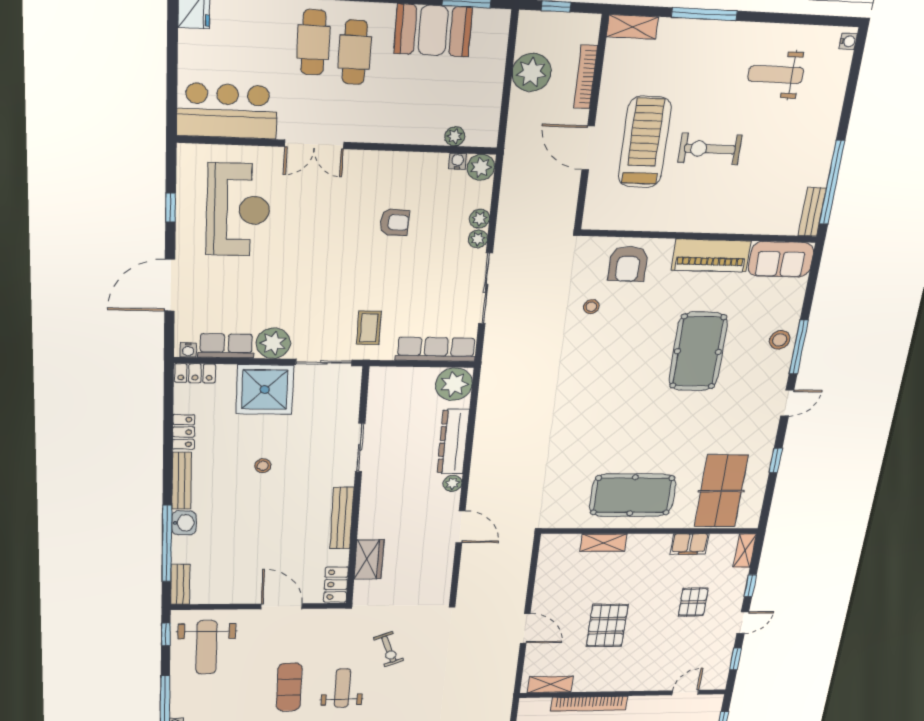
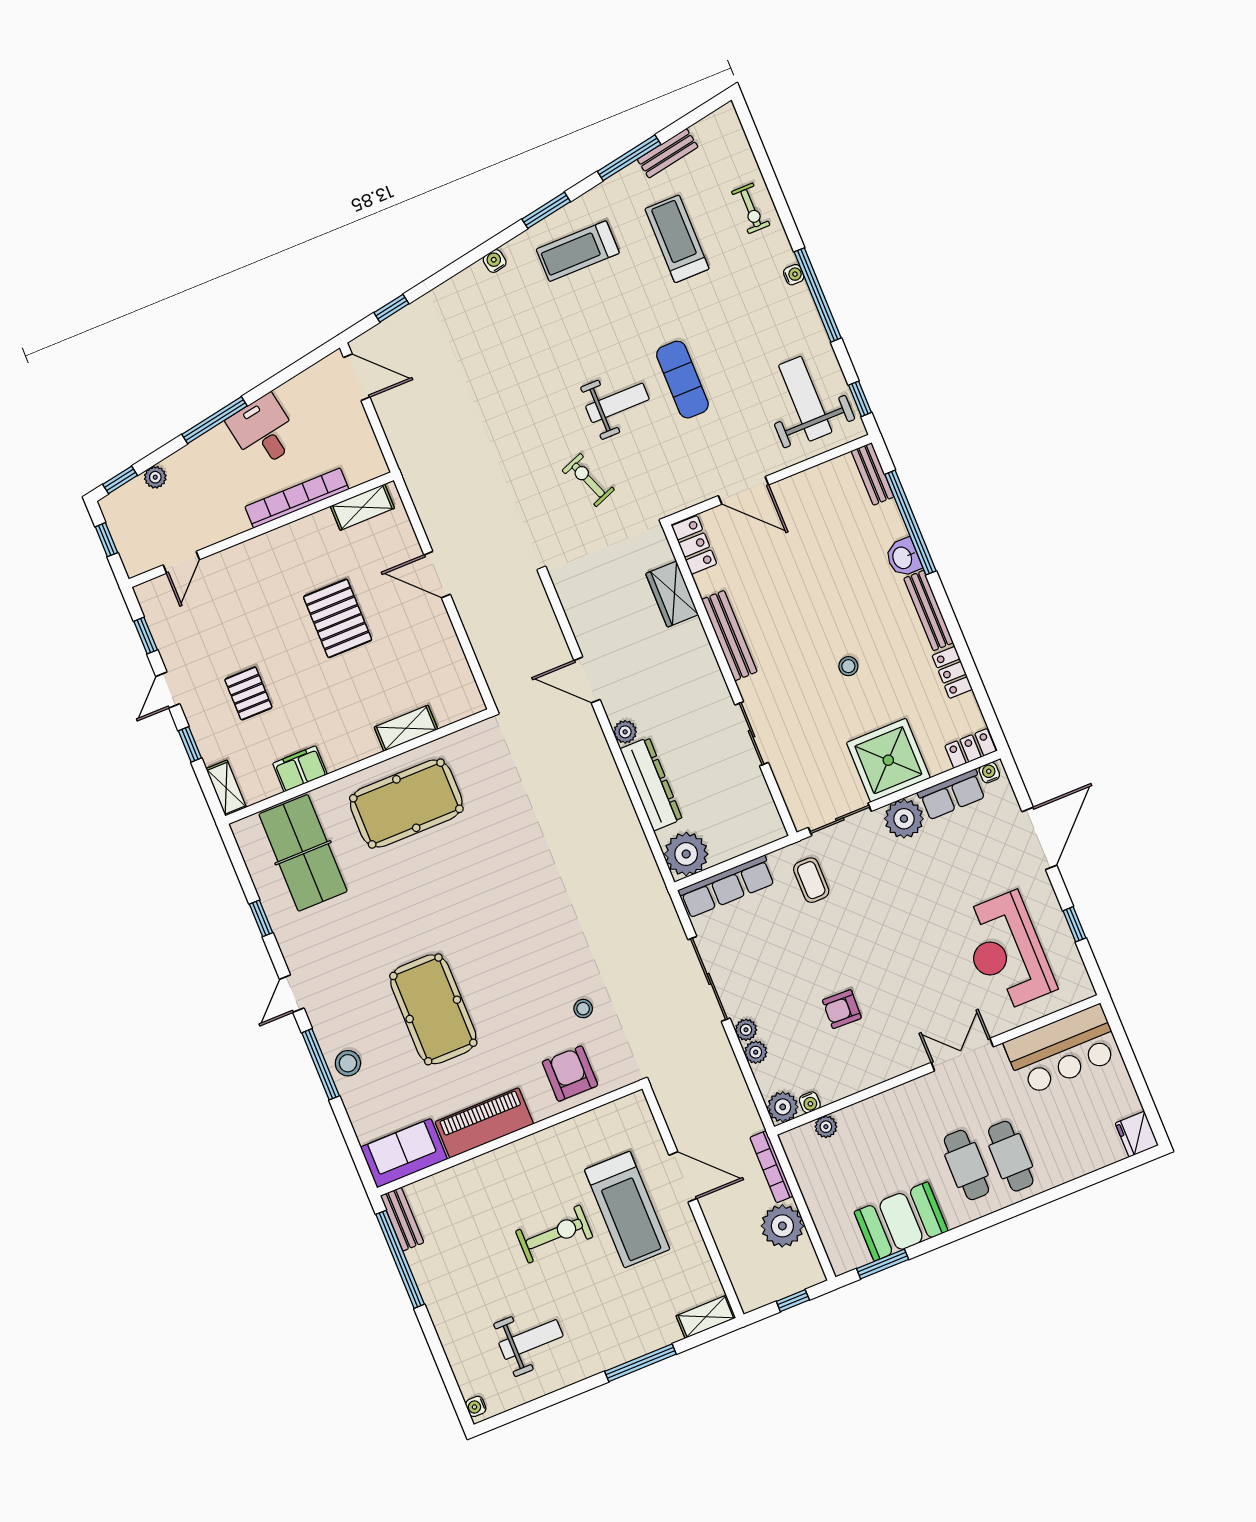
bookcase: (585, 77) -> (771, 1167), moved, turned 180
weight bench: (342, 688) -> (617, 403), turned -90

